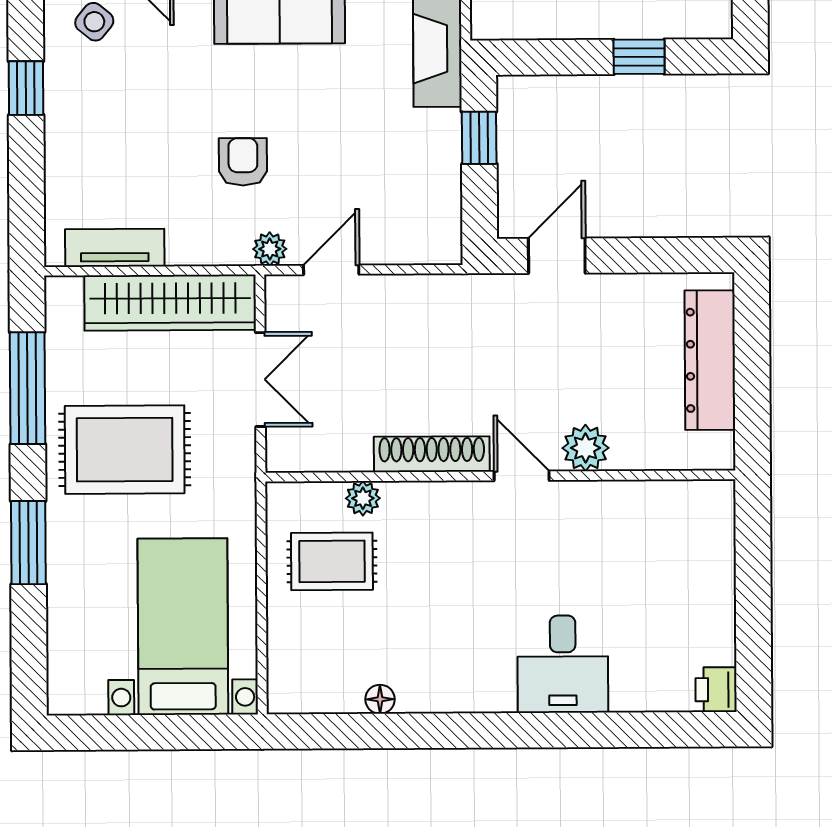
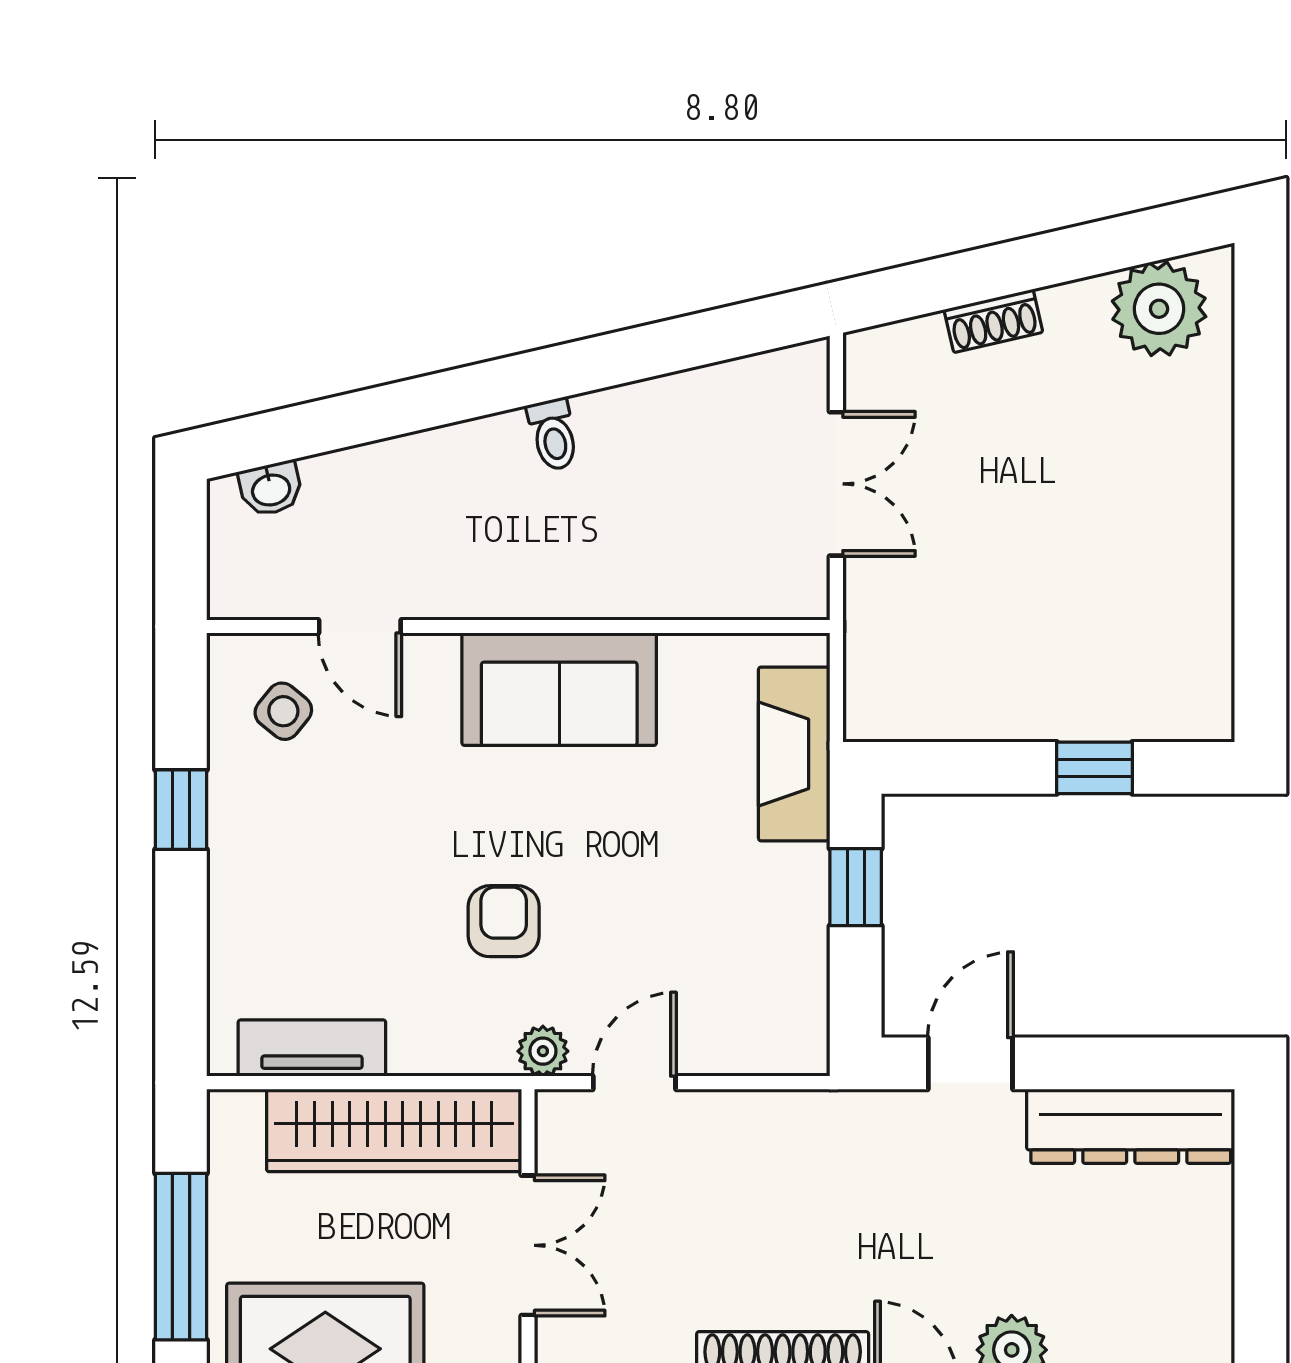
dresser: (710, 360) -> (1131, 1126), moved, turned -90

